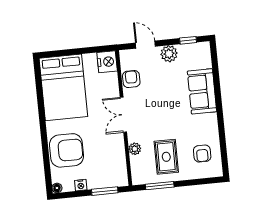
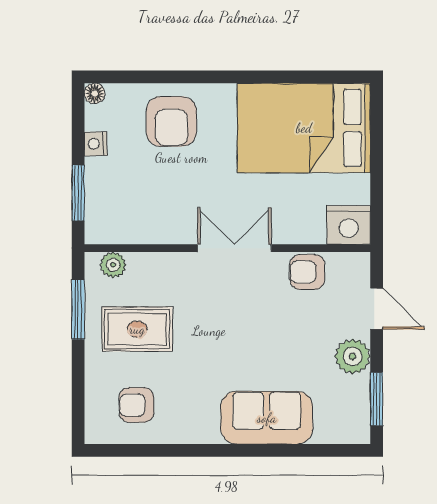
window: (188, 40) -> (377, 399), width x1.50
door: (145, 45) -> (377, 309), hinge flipped
armchair: (131, 79) -> (307, 272), turned 180
plant: (135, 149) -> (113, 265), moved
armchair: (67, 150) -> (171, 121), width x0.73, depth x0.73

